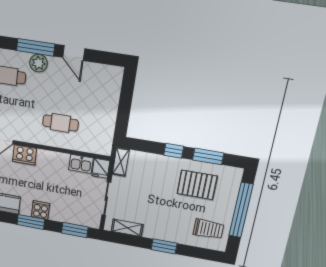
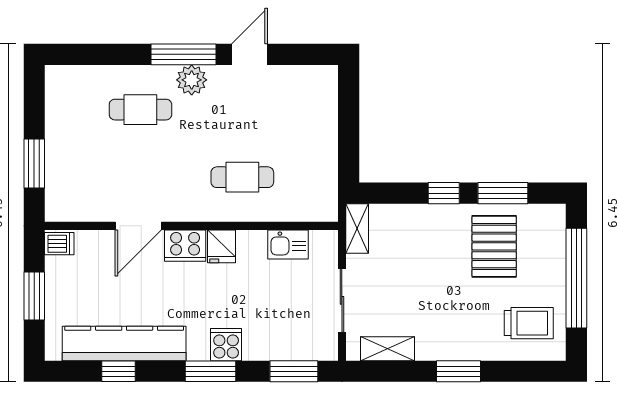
door: (74, 53) -> (249, 54), swing flipped
fridge: (101, 168) -> (222, 246), moved
pallet: (197, 185) -> (494, 246), turned 90

